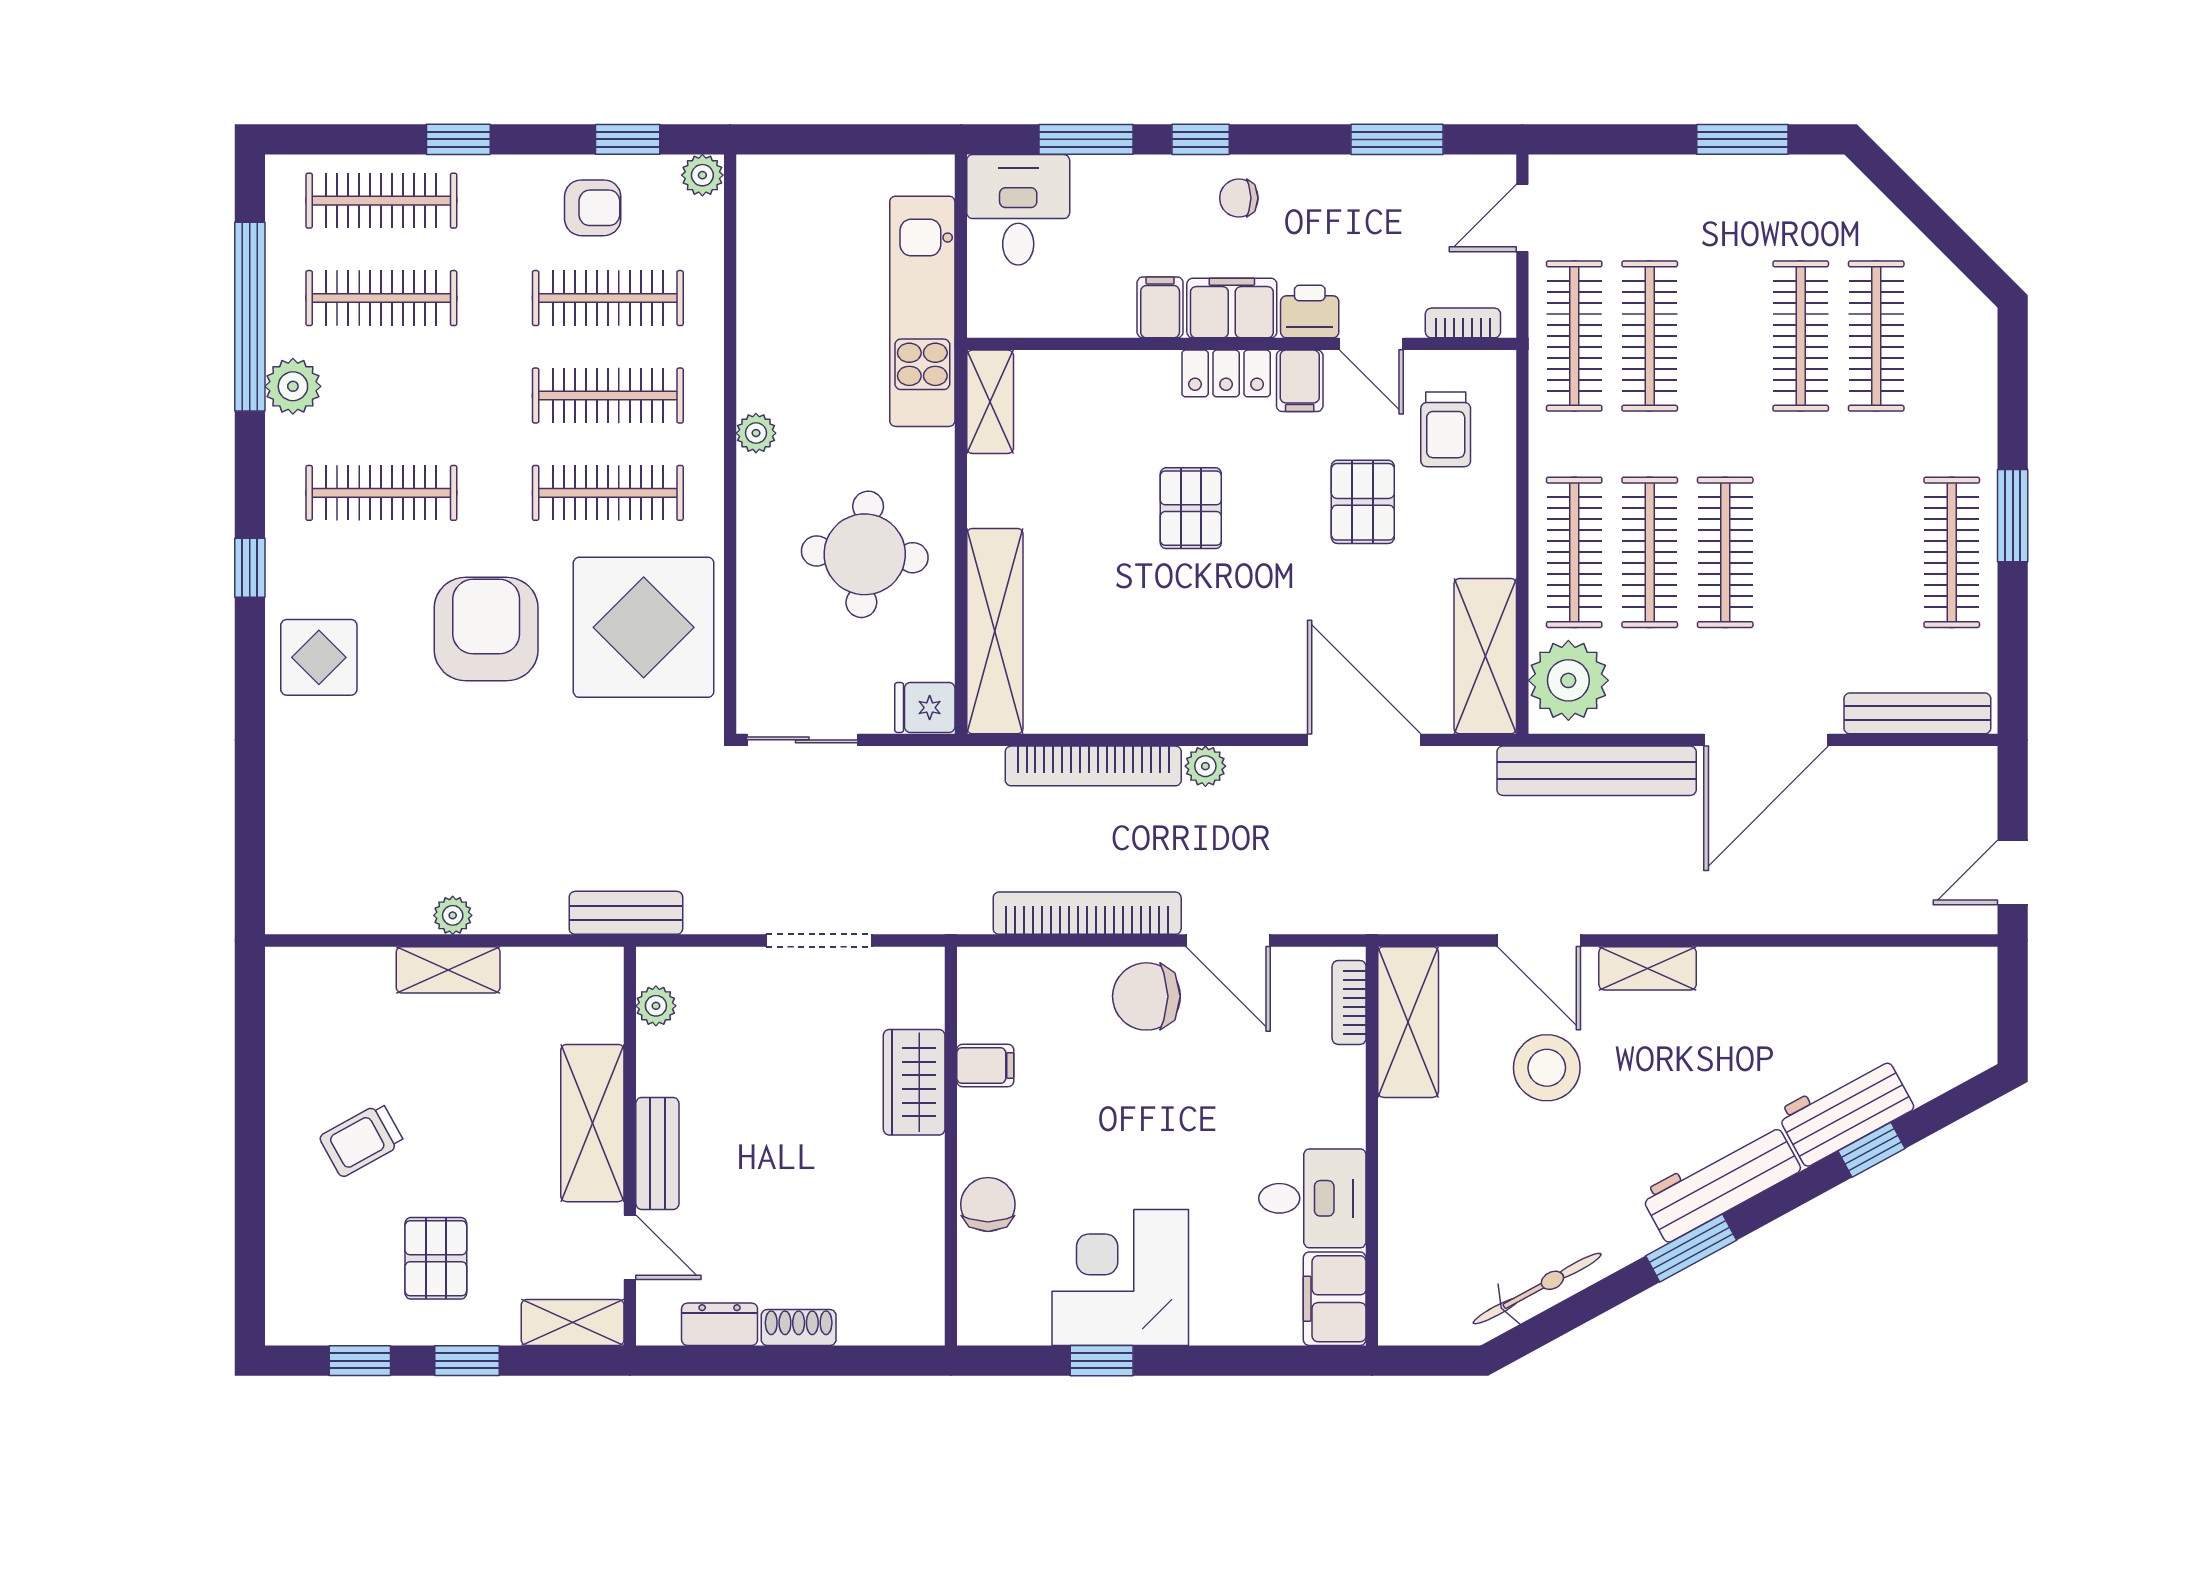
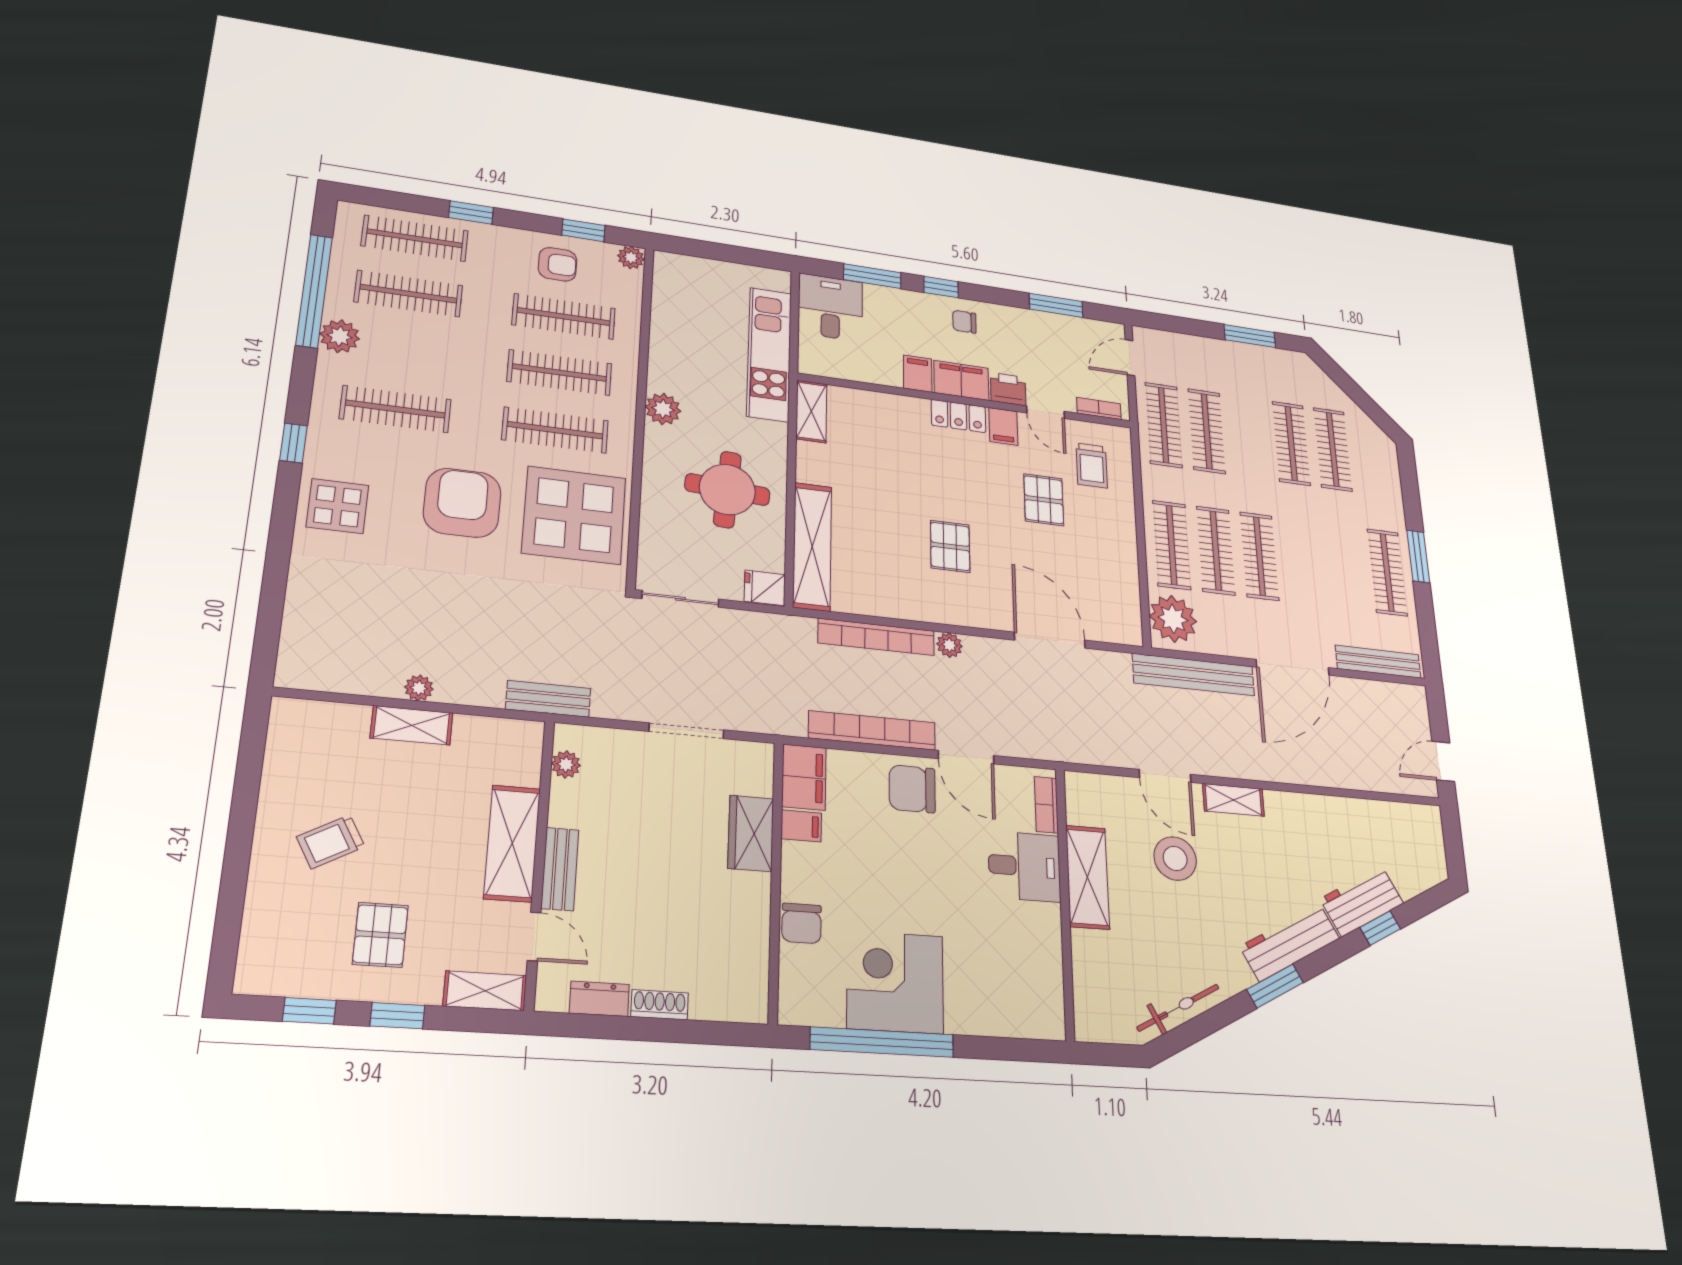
plant: (756, 433) -> (663, 409), width x1.38, depth x1.38
pallet: (1191, 508) -> (950, 546), moved
shelving: (1485, 656) -> (1122, 599), removed
shelving: (1408, 1022) -> (1087, 877), moved
desk: (1312, 1198) -> (1024, 866), moved
chair: (988, 1204) -> (802, 923), turned 180
filing cabinet: (1335, 1299) -> (804, 777), moved, turned 180
window: (1102, 1361) -> (882, 1042), width x3.17

